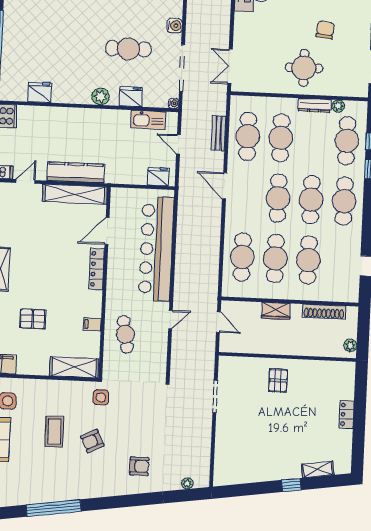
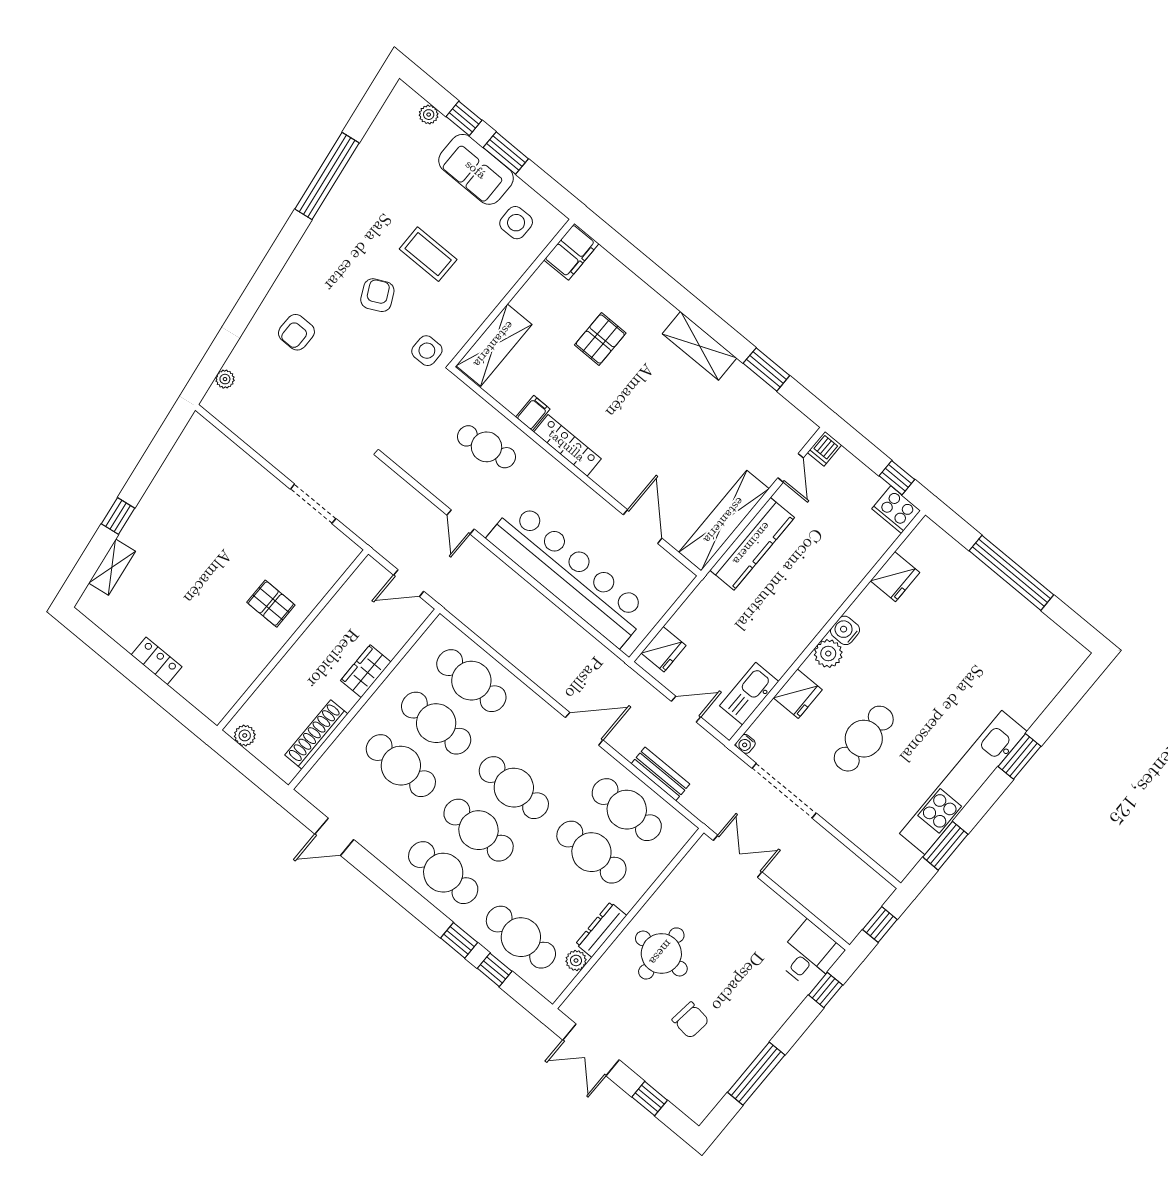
water cooler: (175, 26) -> (845, 630), moved, turned 90
locker: (97, 269) -> (567, 445), moved

